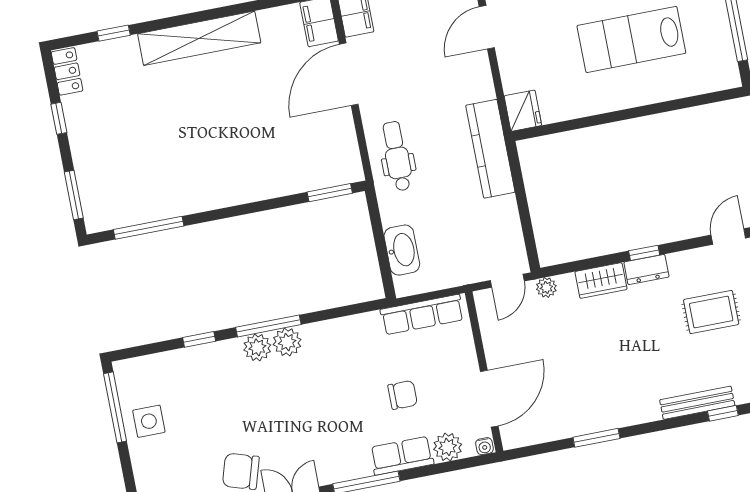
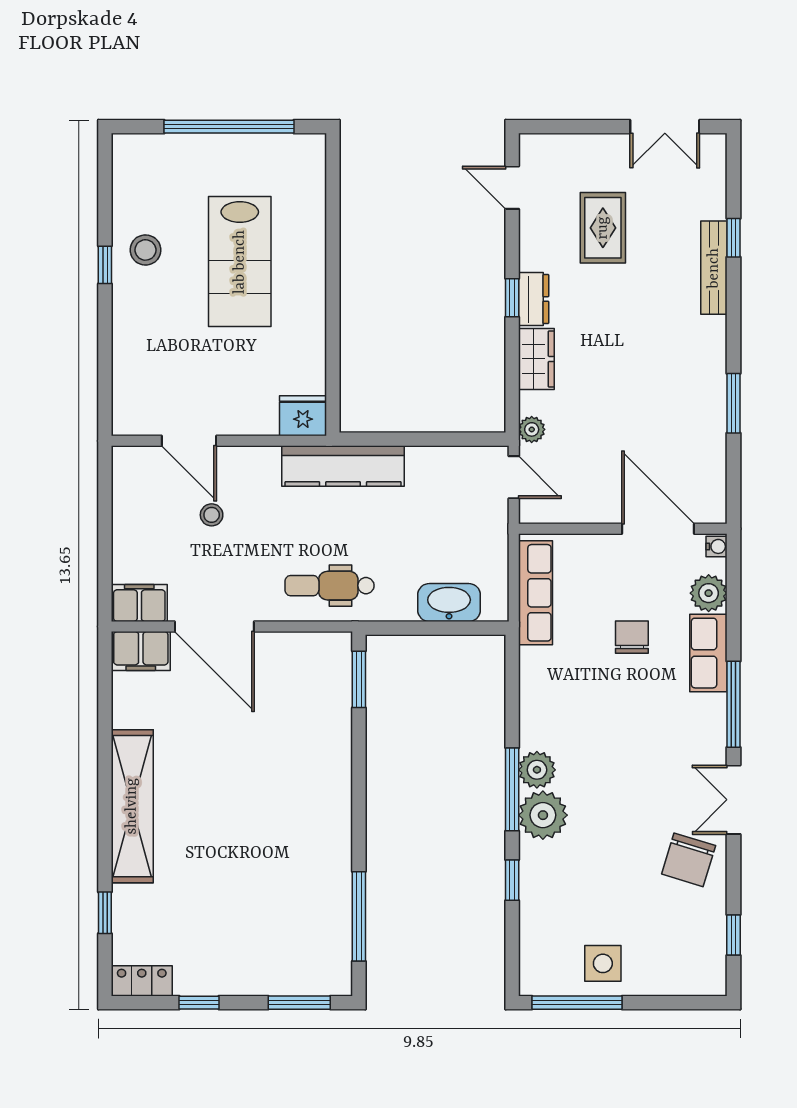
stool: (434, 56) -> (212, 515), added
plant: (257, 347) -> (543, 815), width x1.36, depth x1.36

